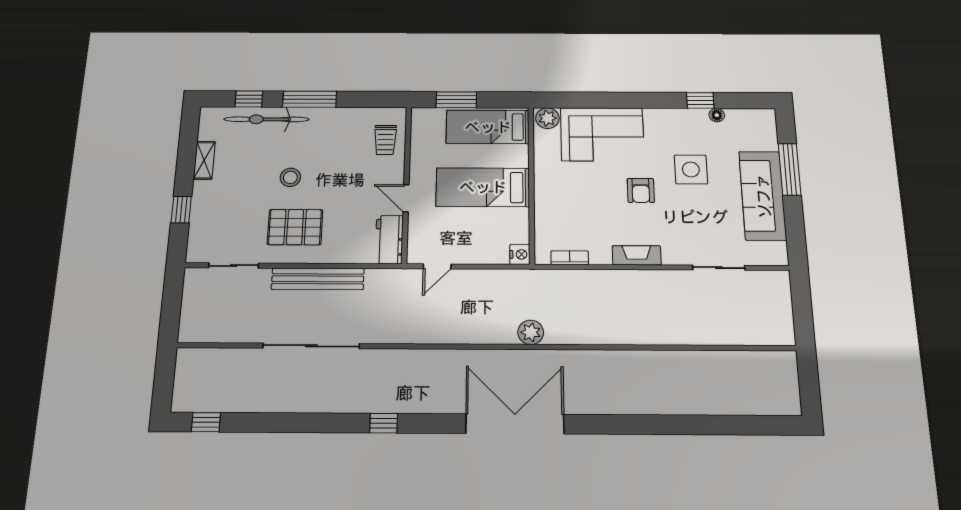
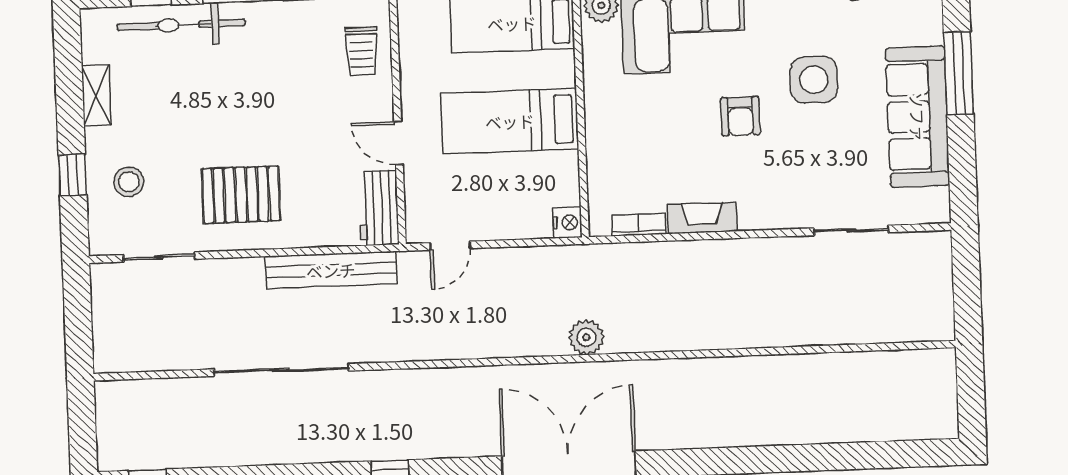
stool: (290, 177) -> (129, 182), moved
fireplace: (637, 255) -> (702, 218), moved
bench: (318, 279) -> (331, 270), moved

